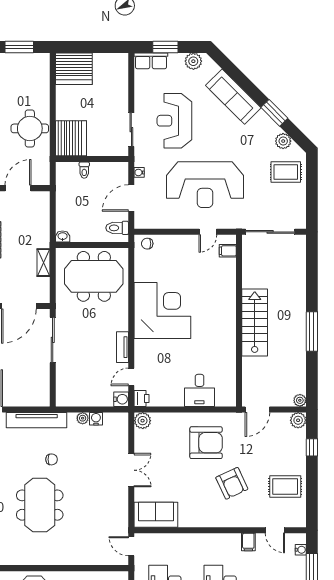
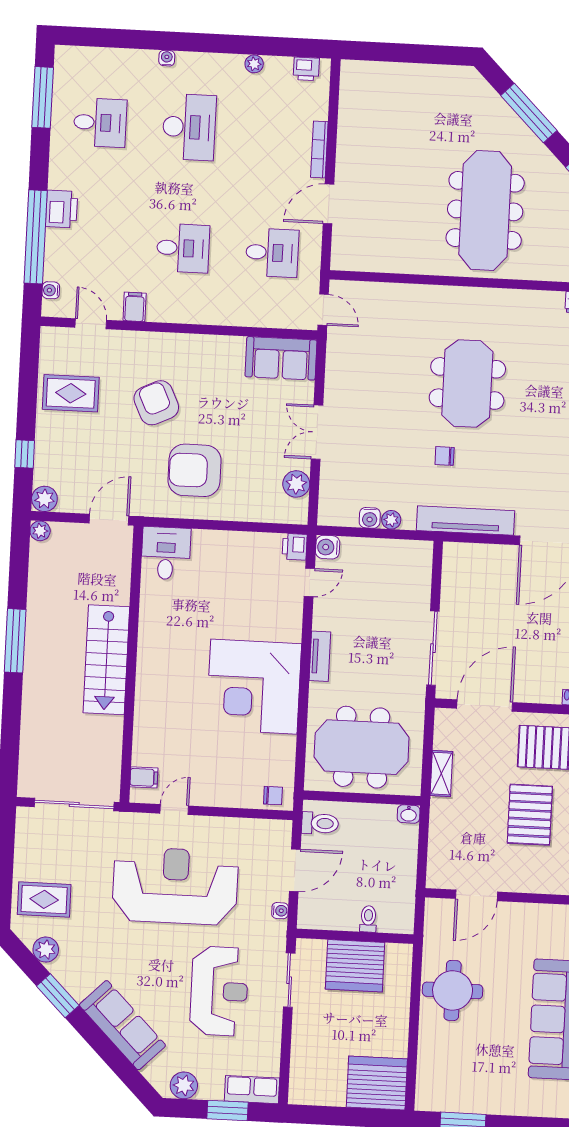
server rack: (71, 138) -> (355, 966), moved, turned -90
tv unit: (123, 347) -> (320, 656), moved
desk: (199, 390) -> (166, 553), moved
plant: (143, 421) -> (296, 484), moved

